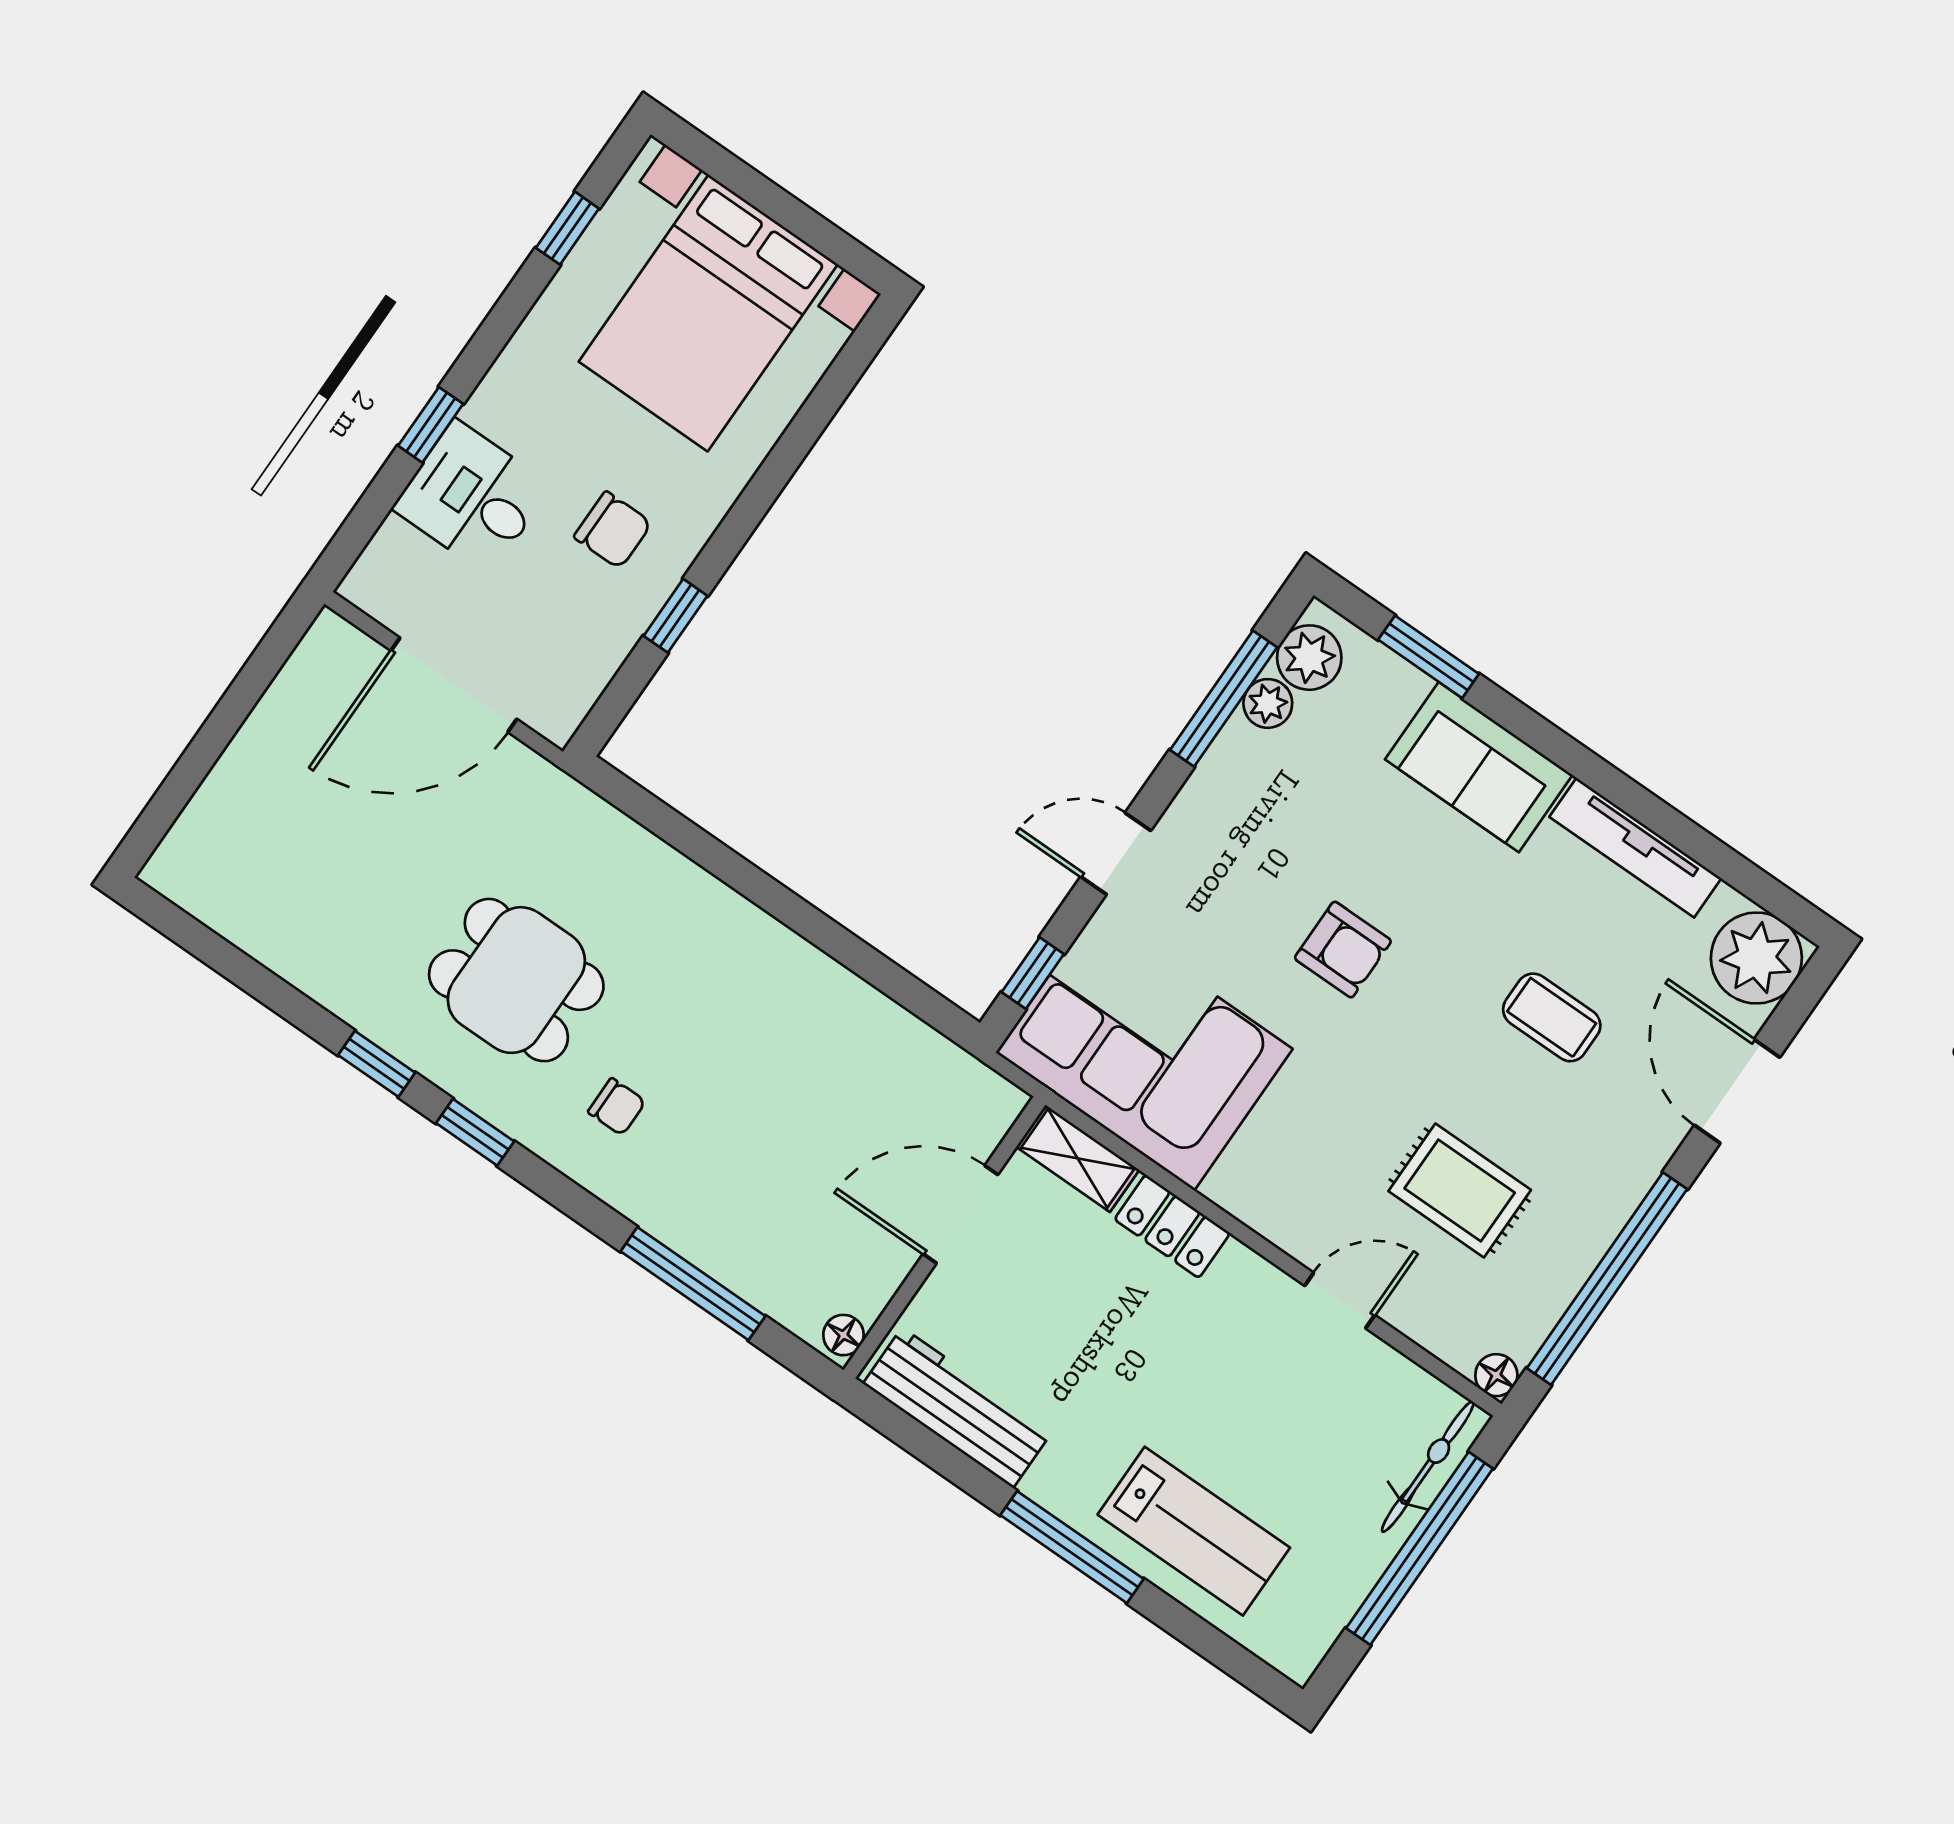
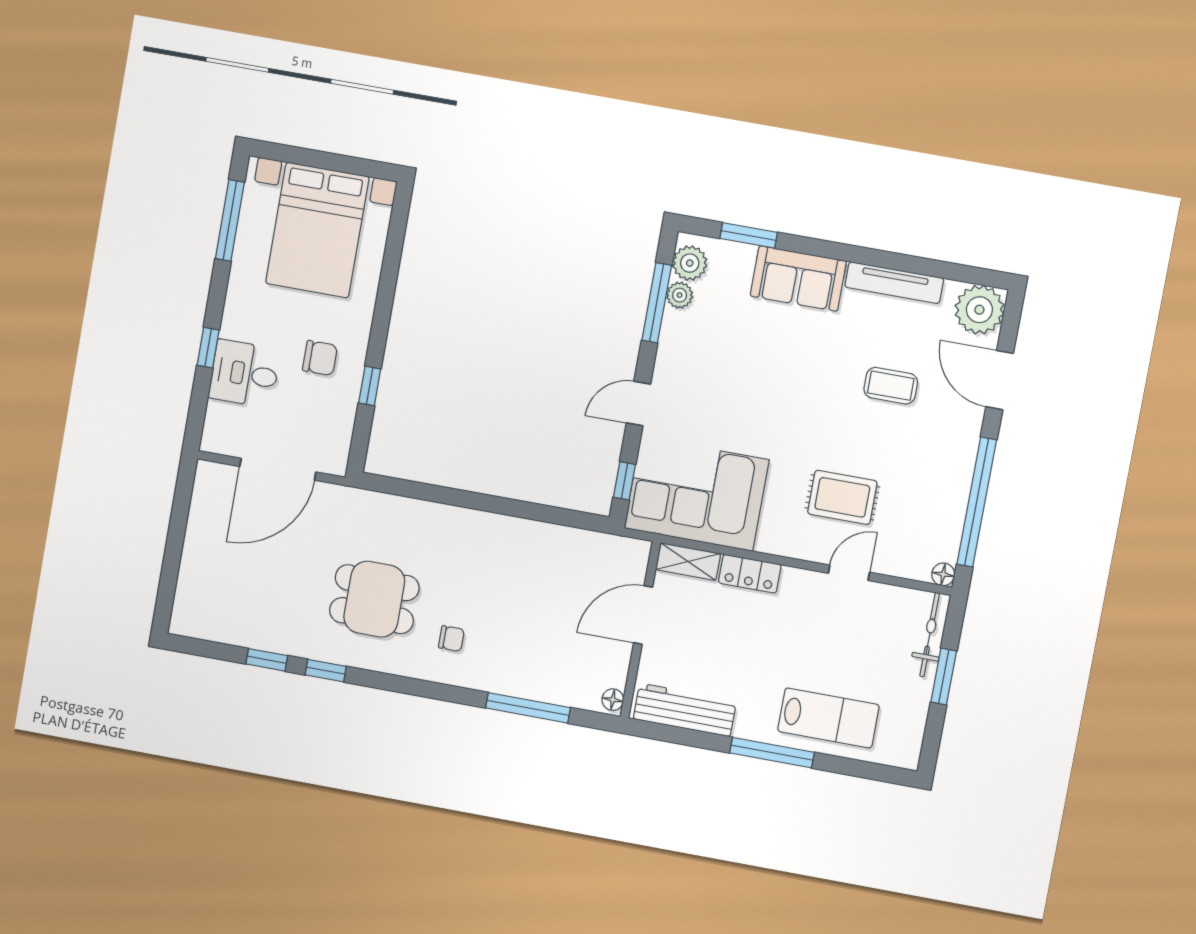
window: (567, 228) -> (230, 220), width x2.17
armchair: (1343, 950) -> (772, 399), removed
window: (475, 1132) -> (267, 660), moved
rug: (1460, 1190) -> (842, 497), moved
window: (1419, 1548) -> (944, 676), width x0.47

